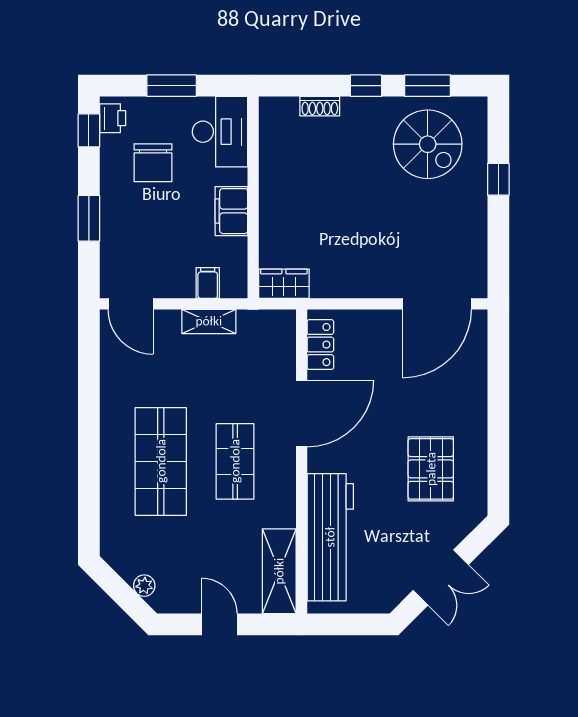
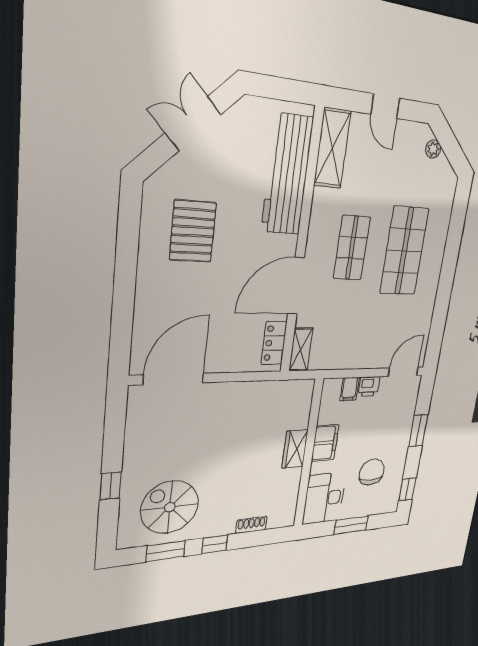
printer: (113, 118) -> (369, 386), moved, turned -90
wardrobe: (284, 284) -> (295, 449), moved, turned 90
door: (131, 304) -> (403, 372), hinge flipped
shelving: (209, 321) -> (301, 349), moved, turned 90

